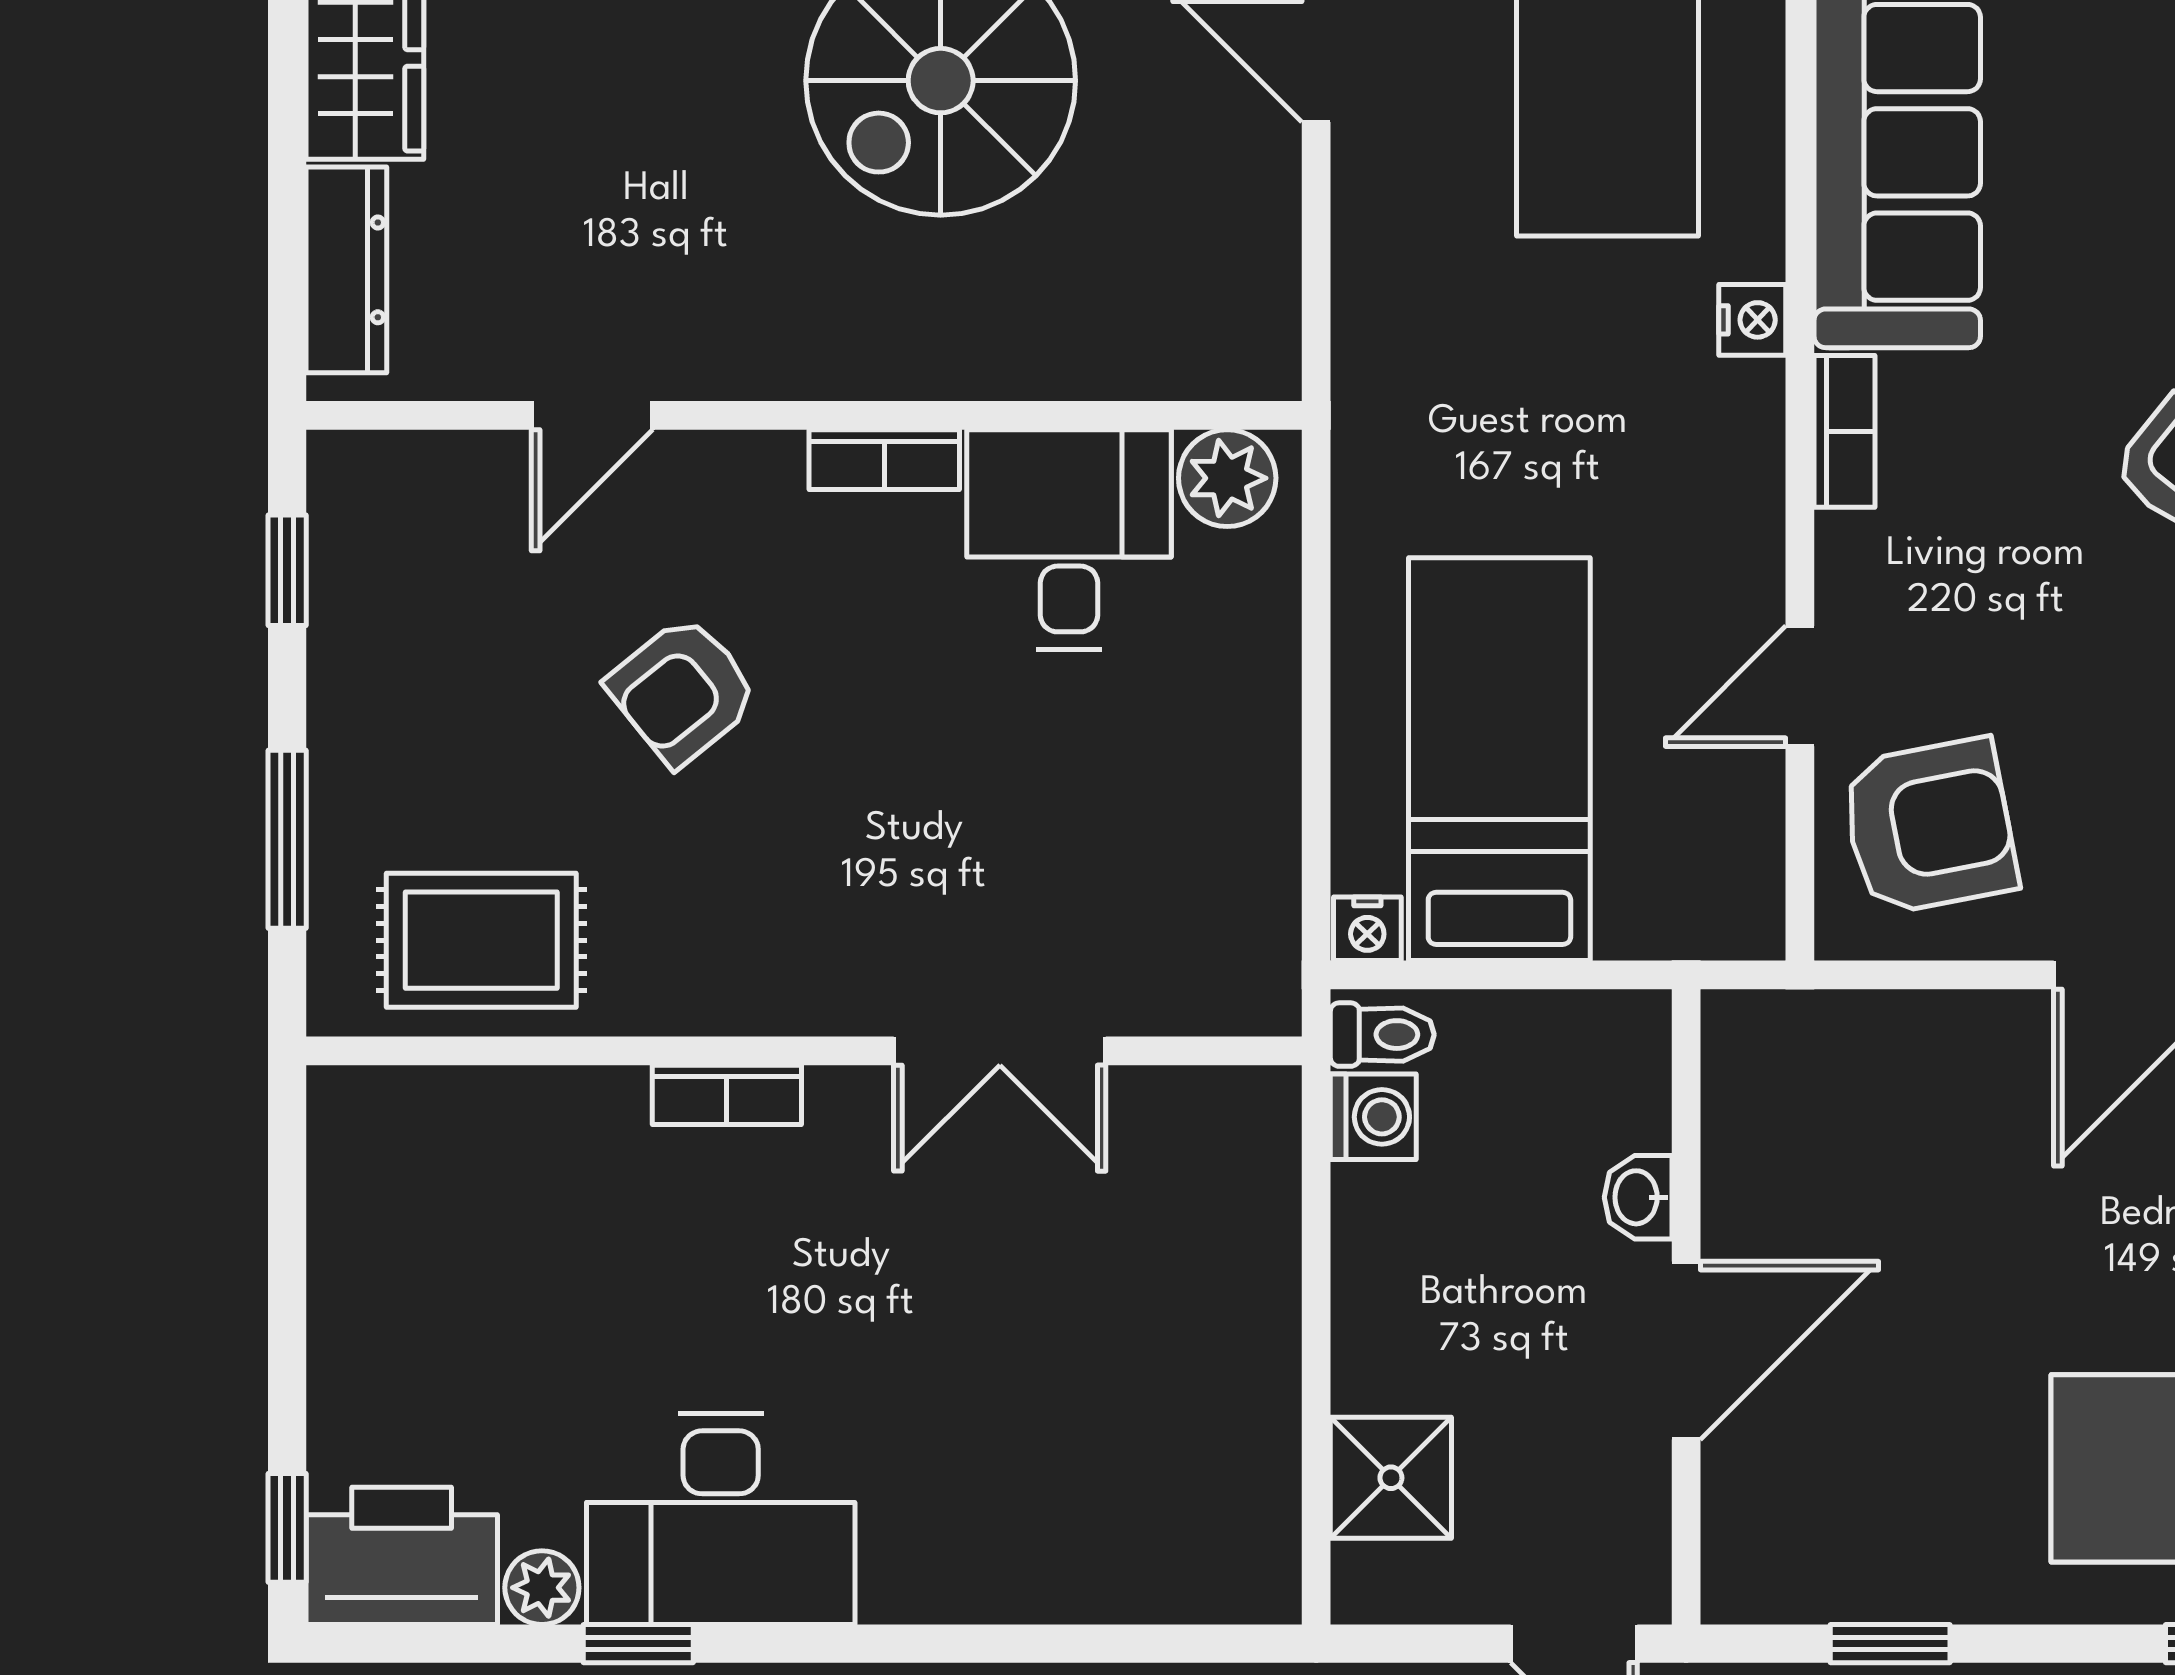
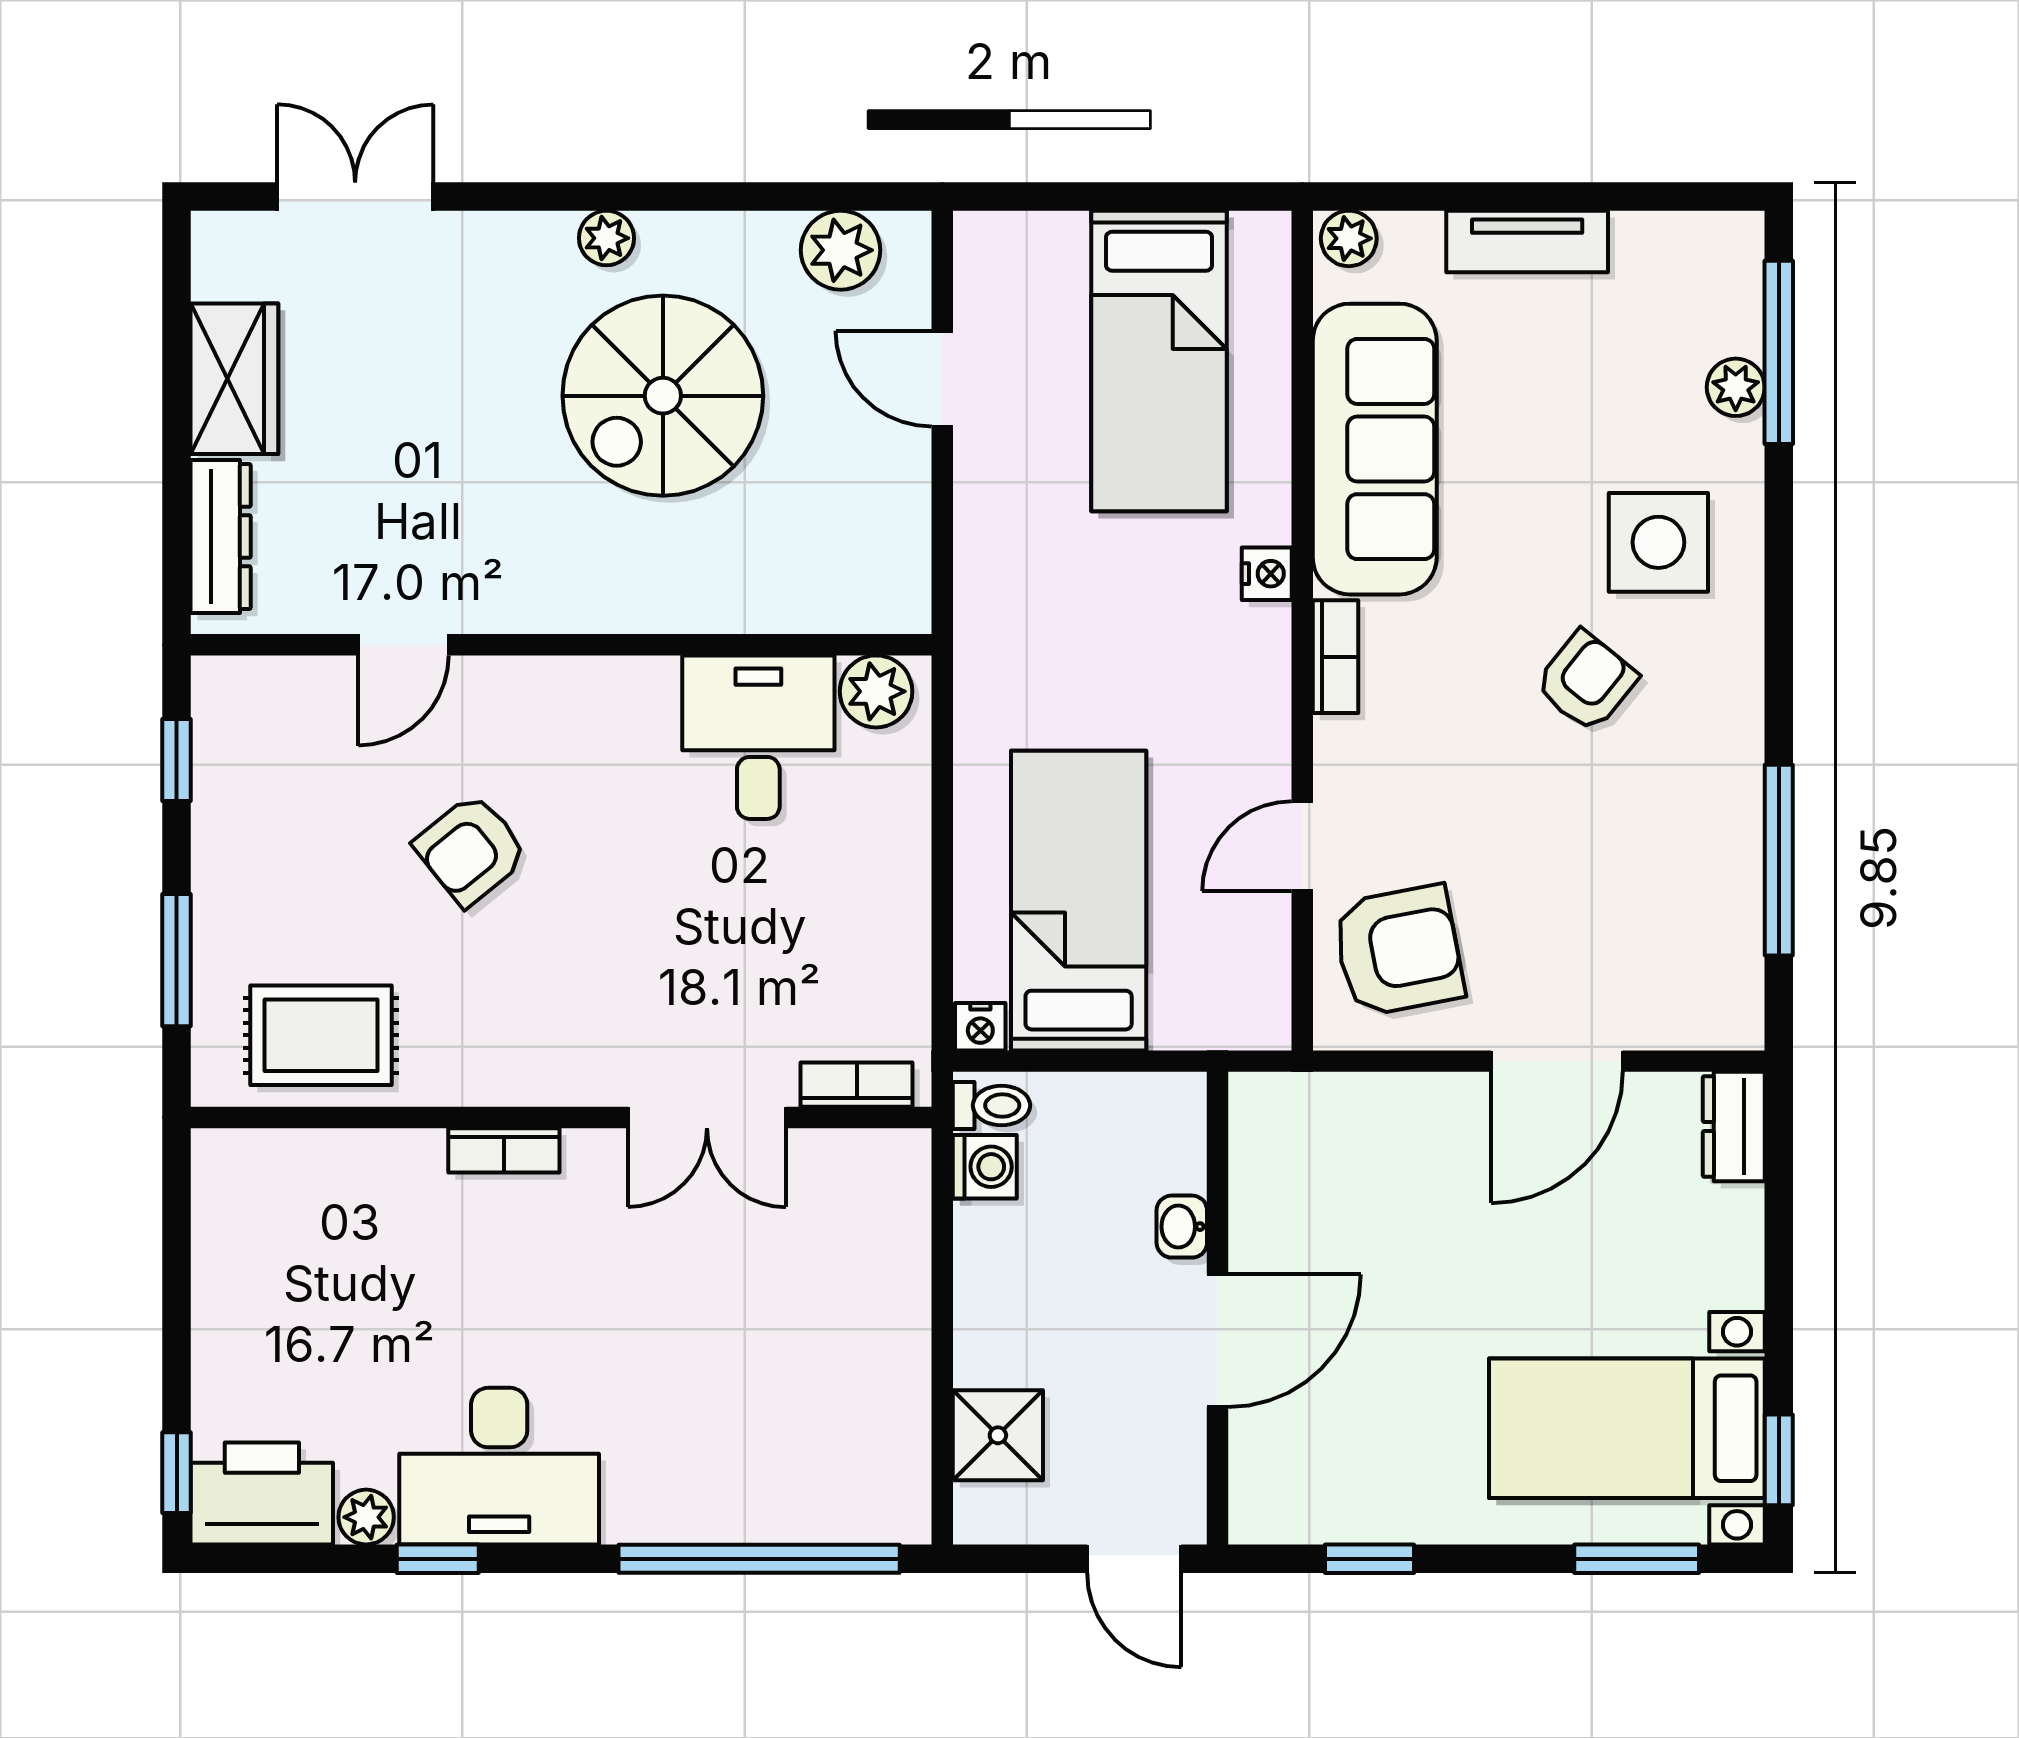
bookcase: (884, 460) -> (857, 1085), moved, turned 180
window: (1070, 1644) -> (759, 1559), added

